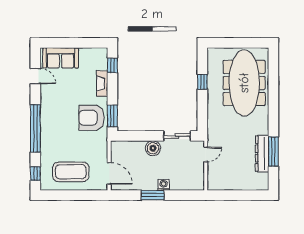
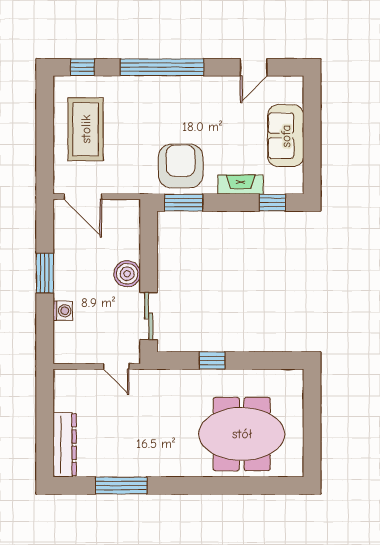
sofa: (60, 58) -> (286, 136), moved
window: (202, 82) -> (212, 361), moved
meeting table: (244, 83) -> (242, 434), width x0.73
dresser: (262, 154) -> (65, 445), moved, turned 90
door: (109, 173) -> (83, 197), hinge flipped
washing machine: (164, 185) -> (63, 311), moved

